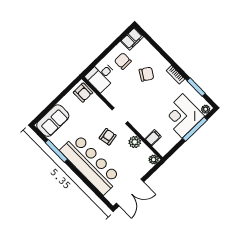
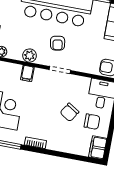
chair: (146, 74) -> (69, 112), moved
filing cabinet: (153, 138) -> (27, 73), moved

